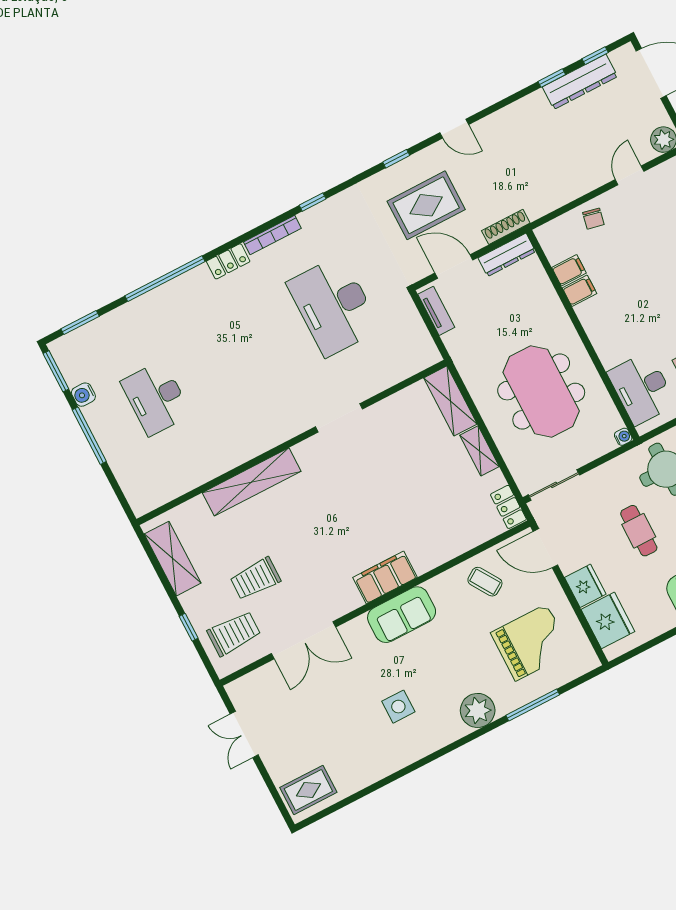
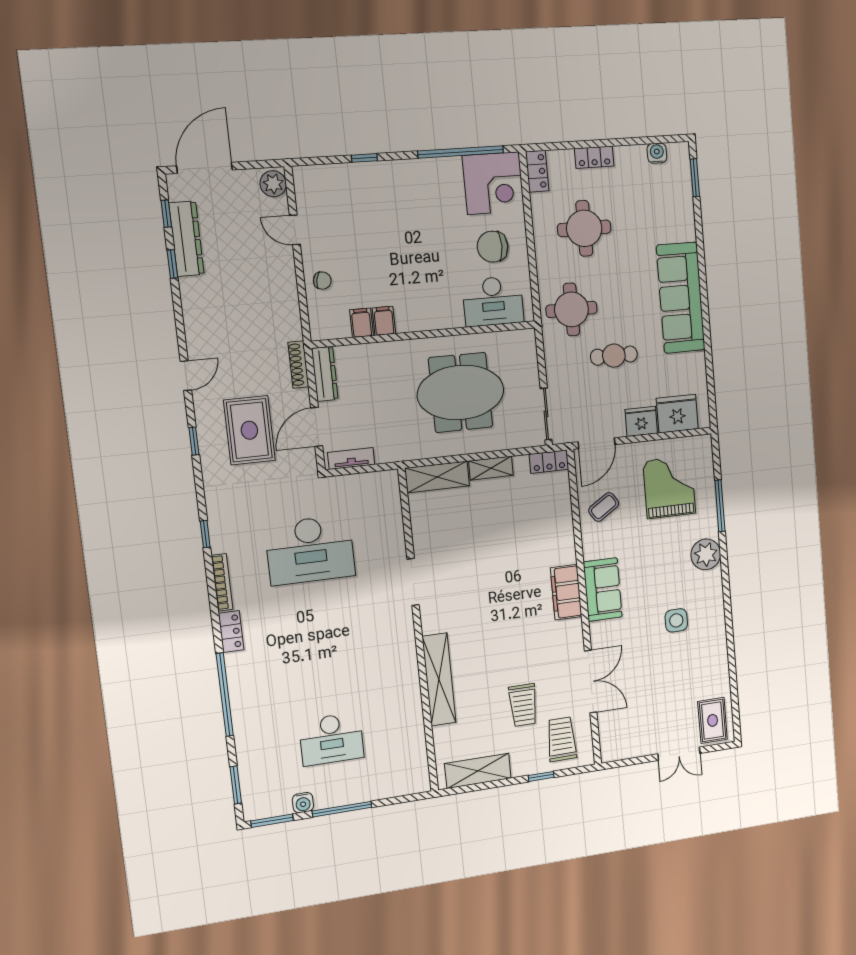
water cooler: (623, 437) -> (529, 336), removed
double door: (244, 734) -> (679, 754), moved

